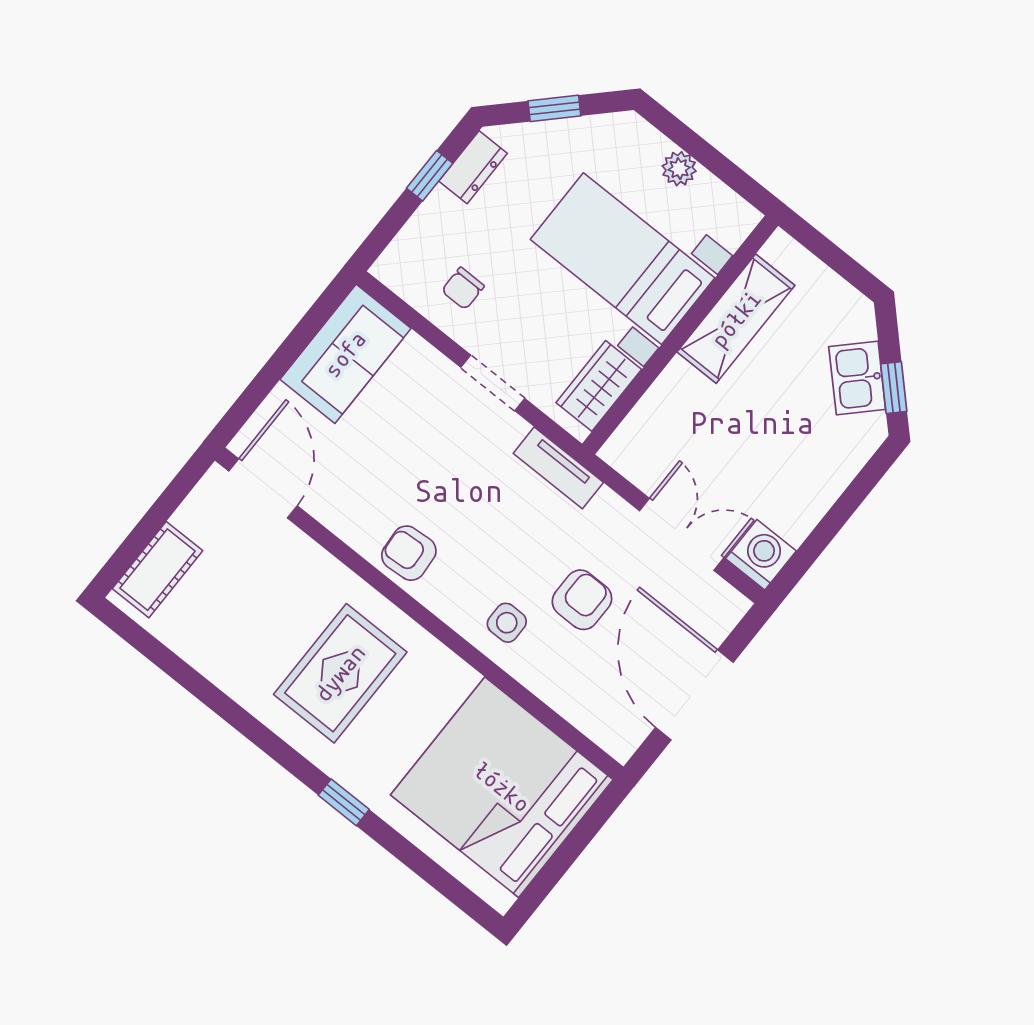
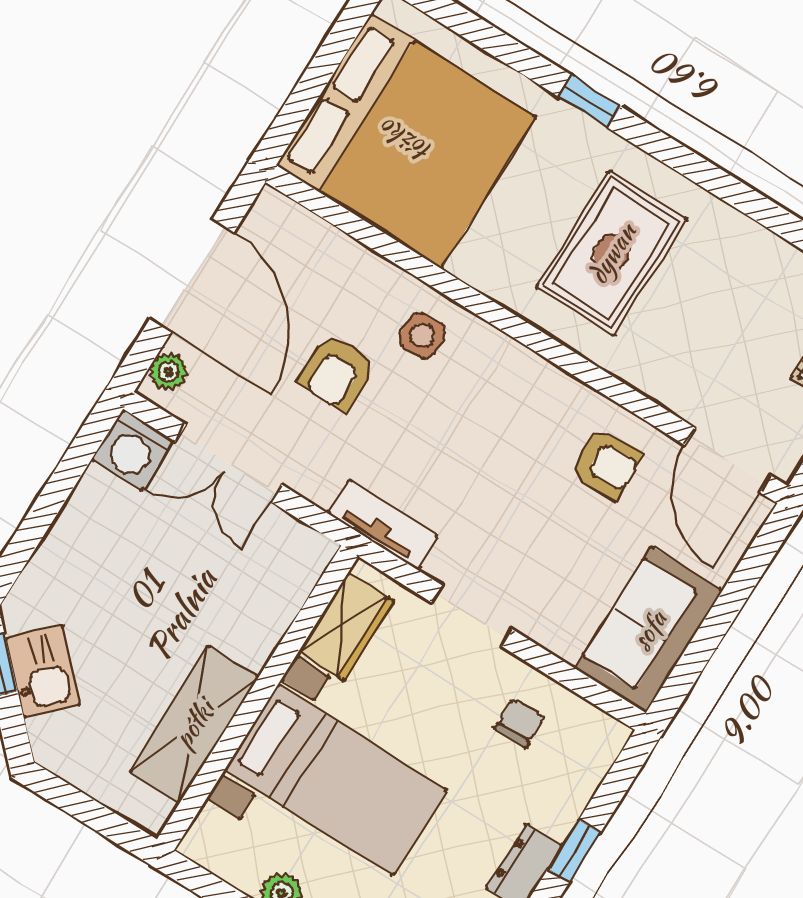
armchair: (409, 553) -> (606, 463), moved
plant: (723, 617) -> (169, 371), added

